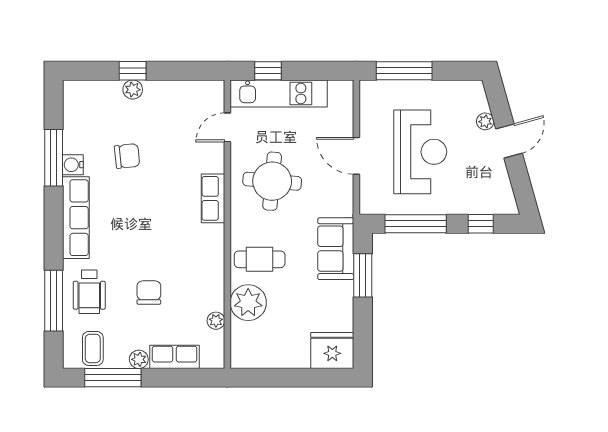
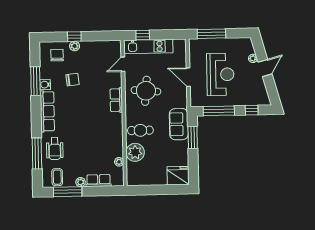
chair: (149, 293) -> (57, 55), moved

